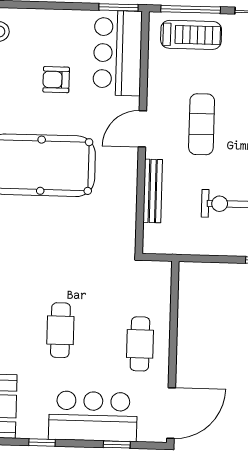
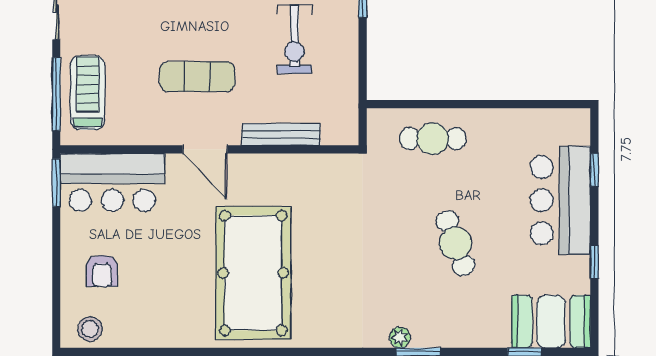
armchair: (56, 80) -> (102, 271), moved
cafe table: (60, 330) -> (456, 243), turned 70
cafe table: (140, 344) -> (433, 139), moved
door: (171, 413) -> (554, 104), removed

